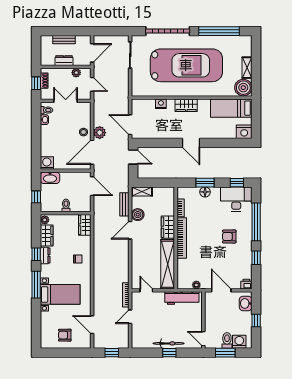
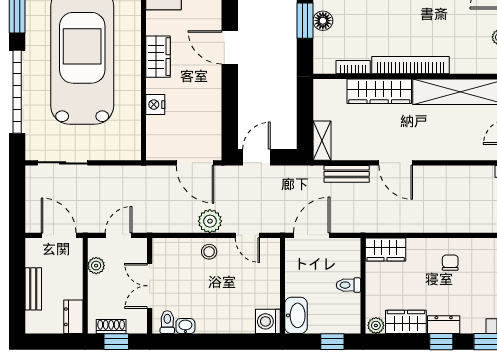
dresser: (64, 61) -> (73, 317), moved
door: (130, 125) -> (195, 163), hinge flipped
door: (191, 143) -> (230, 47), swing flipped
door: (92, 152) -> (247, 235), width x0.53
boiler: (138, 215) -> (366, 149), removed
wardrobe: (168, 227) -> (379, 91), width x1.50

